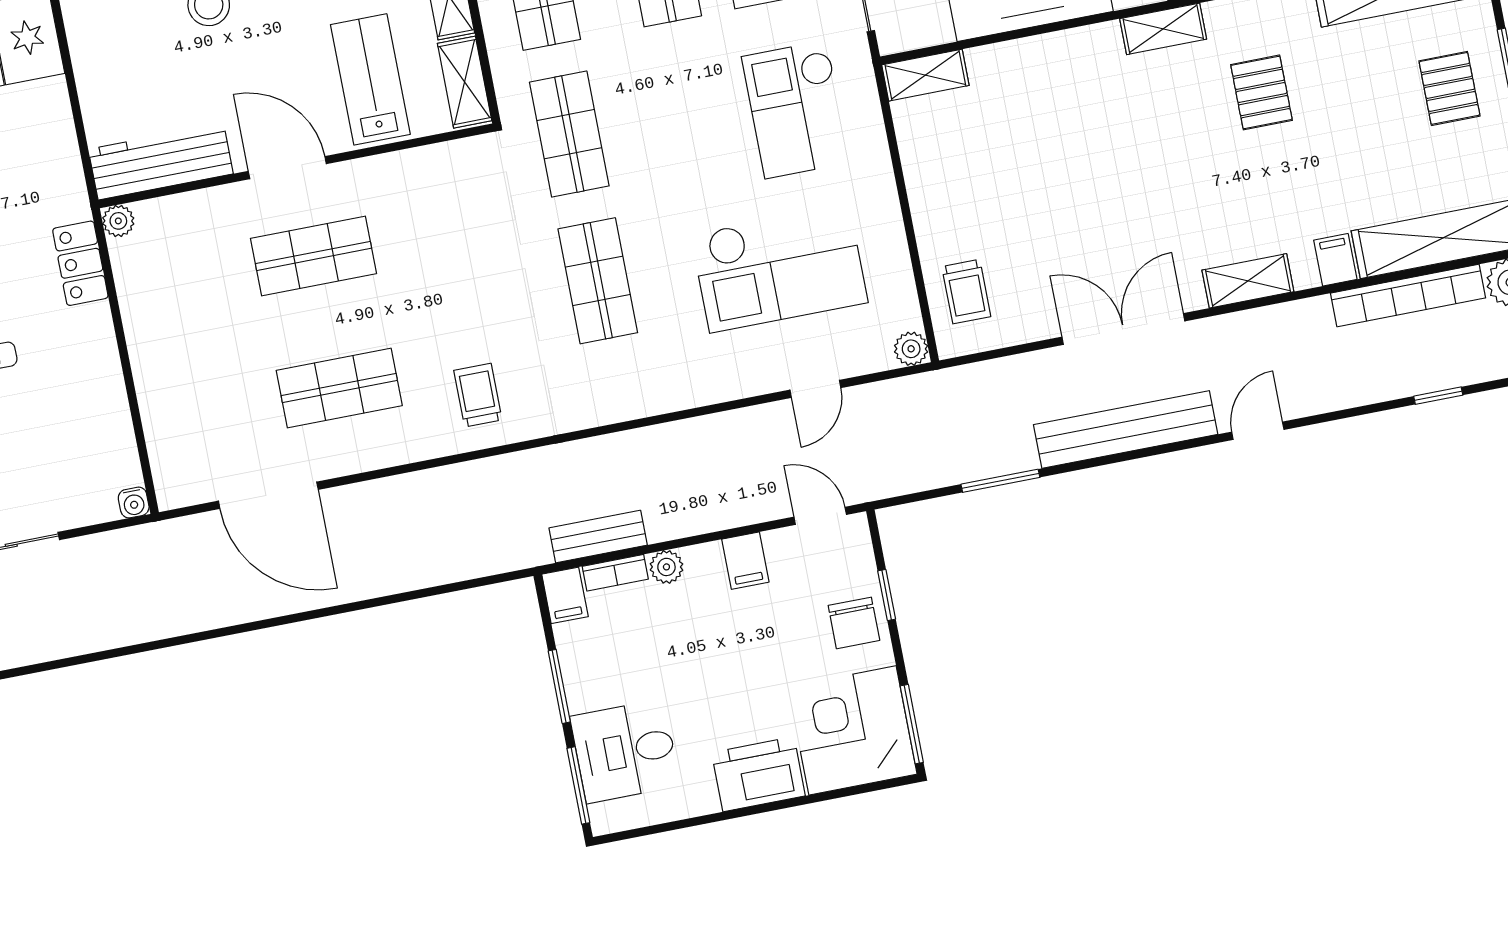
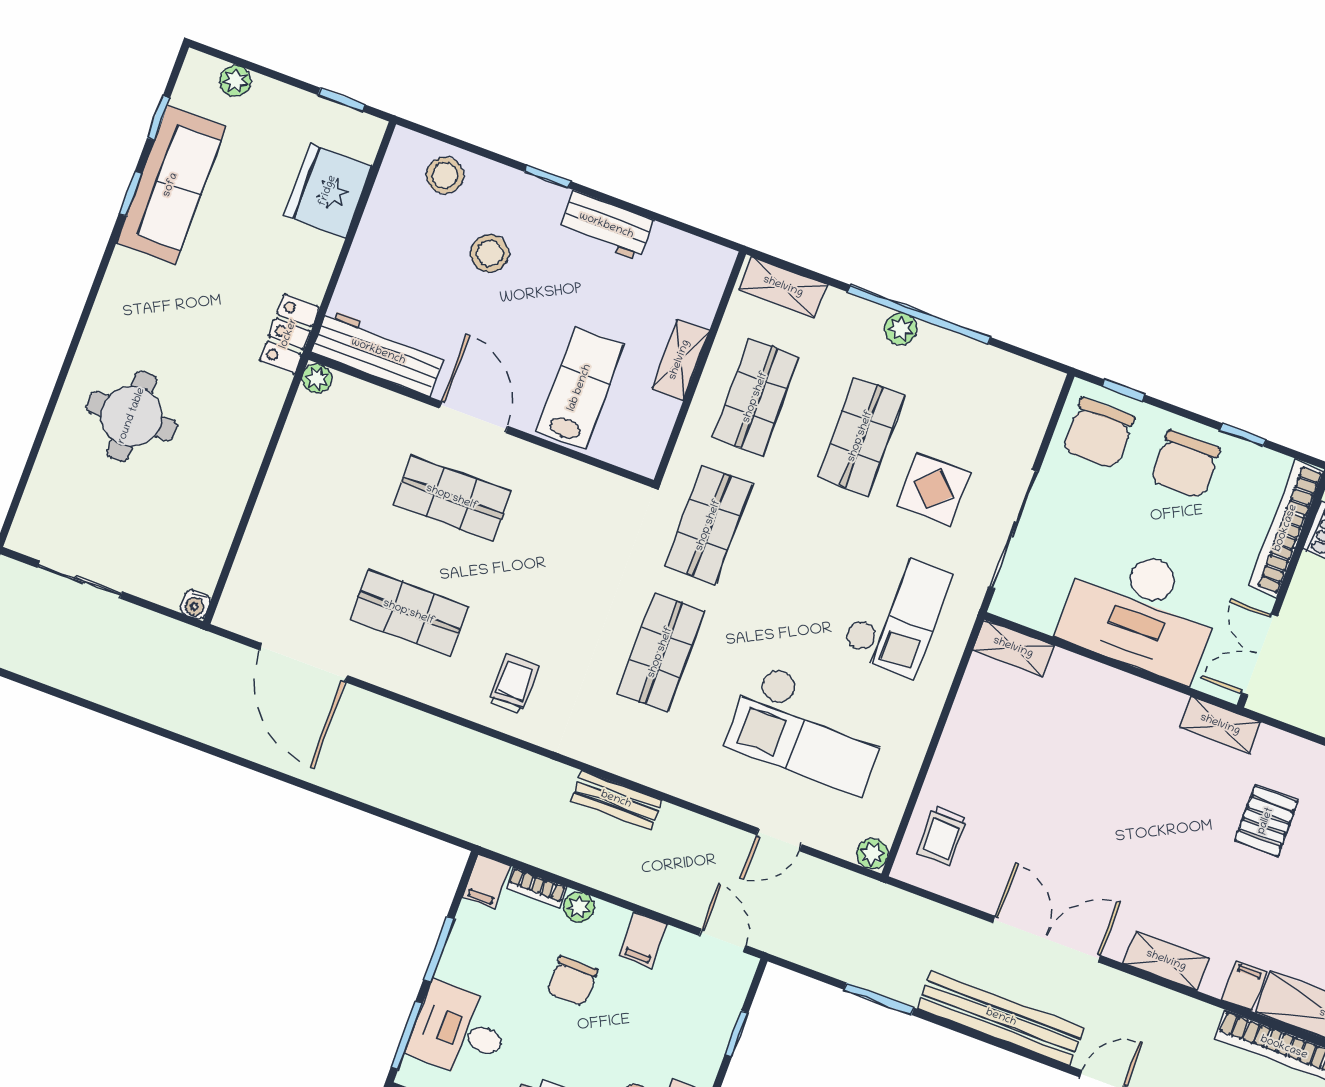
shelving: (465, 82) -> (652, 435), removed
checkout: (796, 109) -> (896, 613), turned 180
locker: (80, 263) -> (289, 334), moved
bench: (598, 537) -> (616, 800), moved
chair: (854, 623) -> (572, 981), moved

